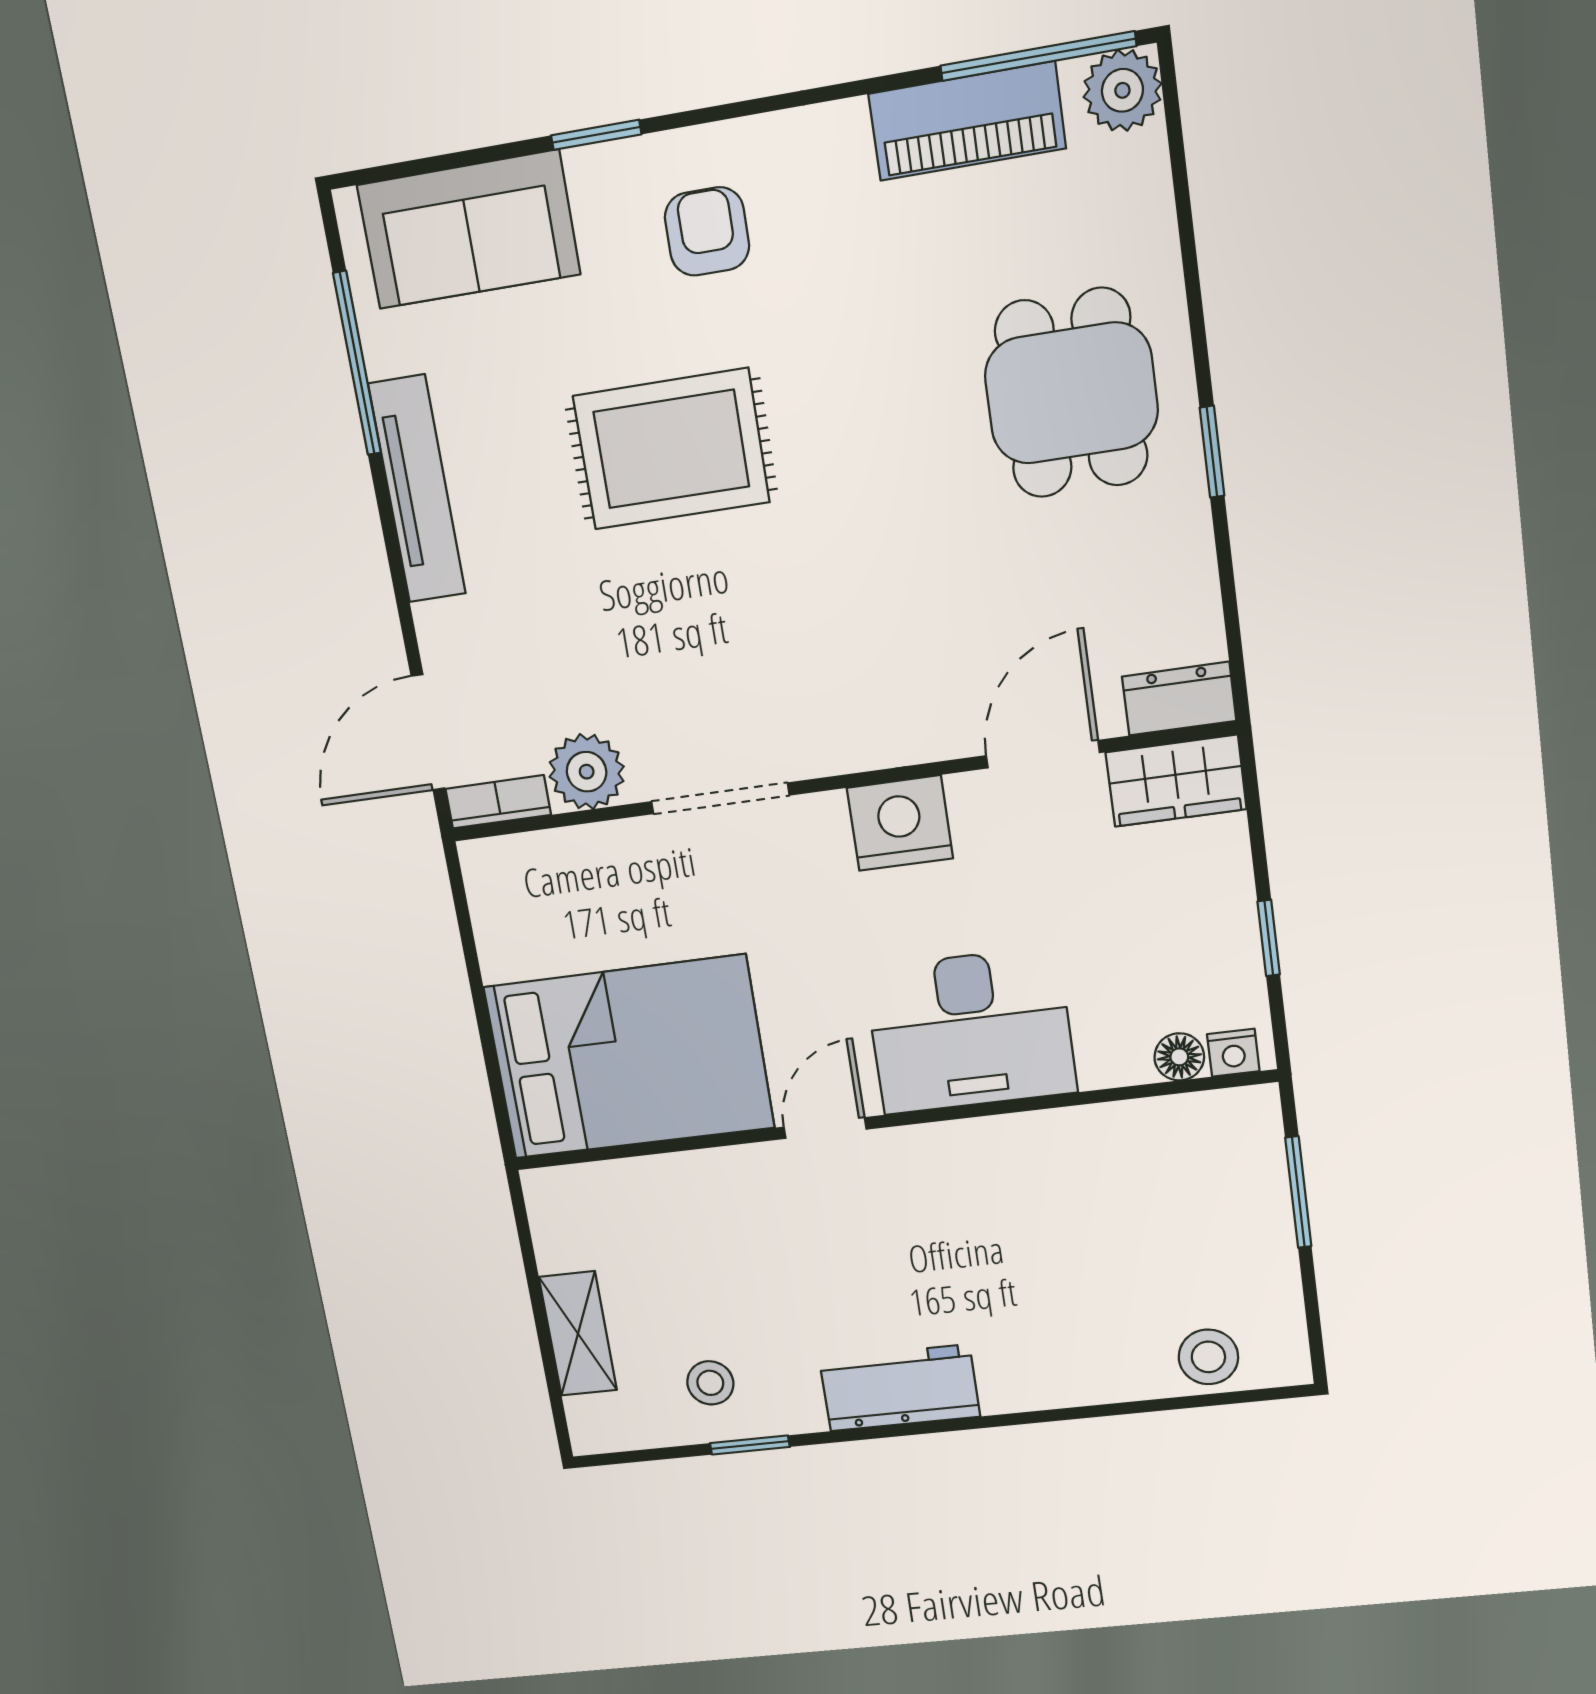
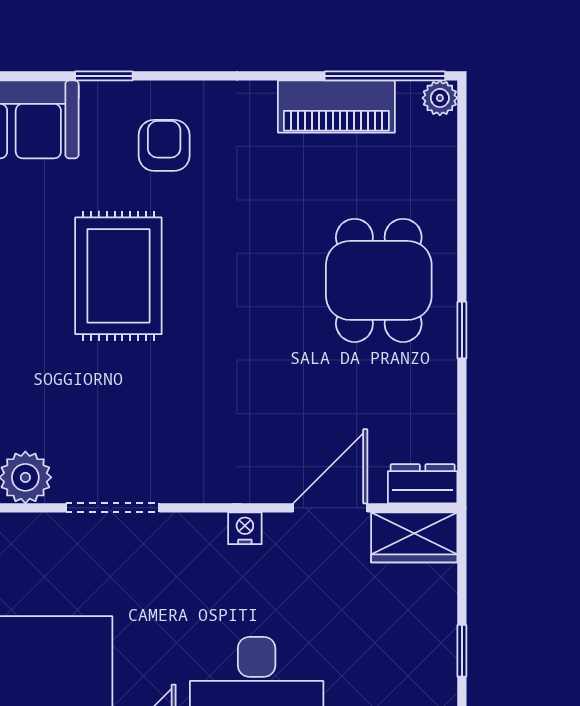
plant: (1122, 90) -> (440, 98), width x0.73, depth x0.73
rug: (671, 449) -> (118, 276), turned 90
nightstand: (900, 823) -> (245, 528), width x0.53, depth x0.56

